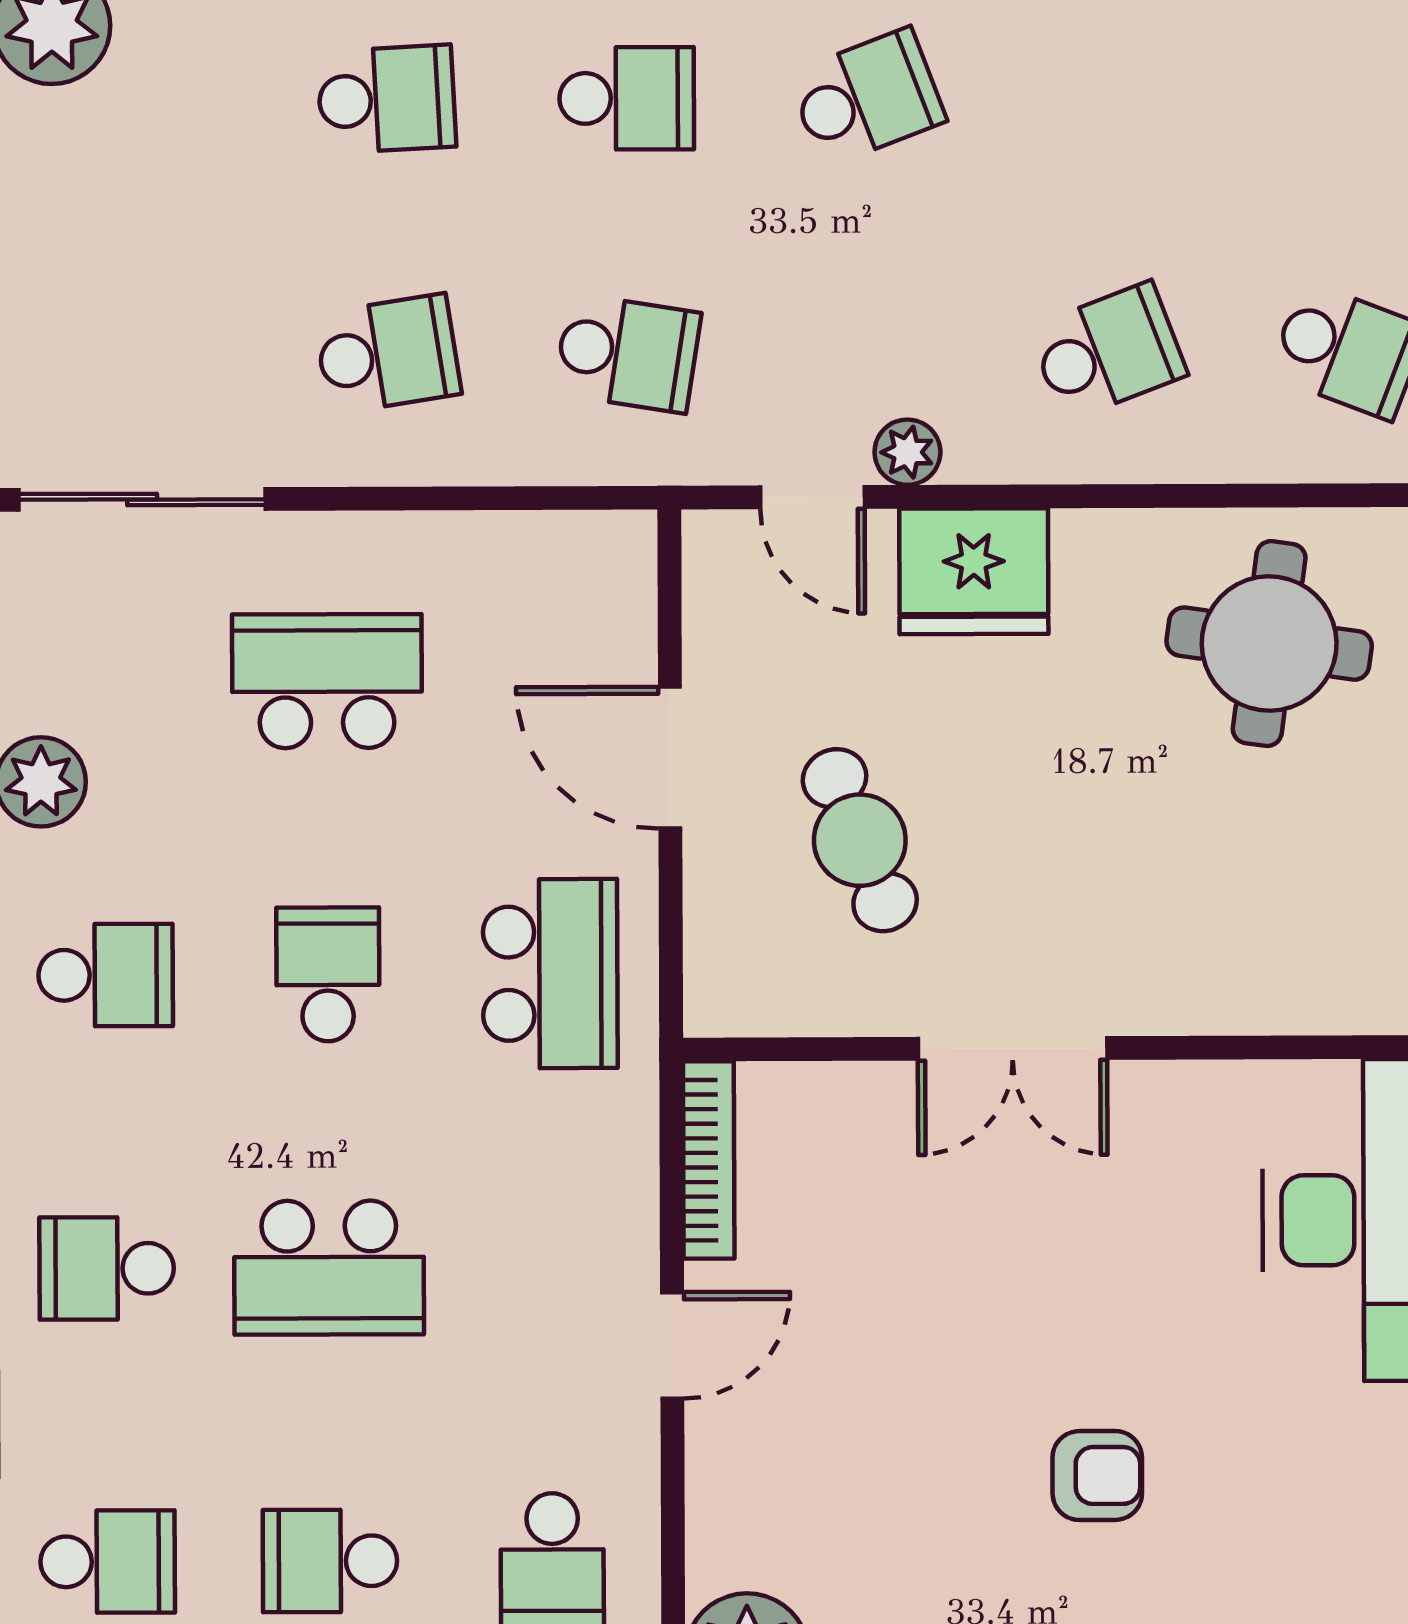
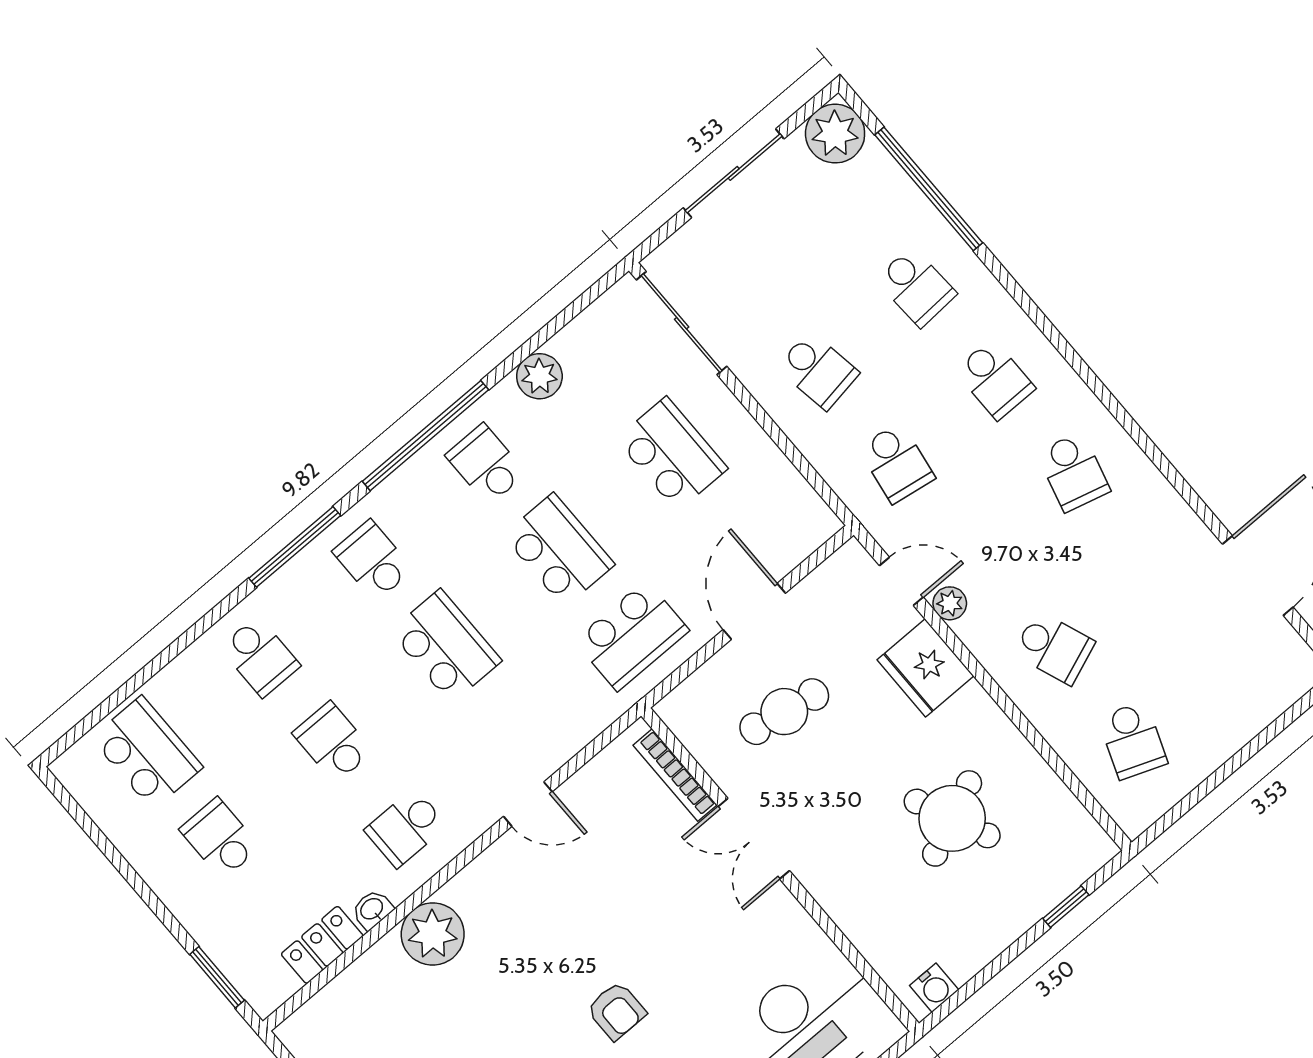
school desk: (867, 97) -> (1073, 472), turned 36
door: (812, 497) -> (901, 581), swing flipped
round table: (1269, 644) -> (952, 818), moved, turned -32
cafe table: (860, 840) -> (784, 712), turned 32
school desk: (328, 974) -> (559, 550), width x1.85
school desk: (106, 975) -> (486, 464), turned 180
bookcase: (709, 1160) -> (675, 775), moved, turned 90
school desk: (329, 1268) -> (446, 646), turned 180

